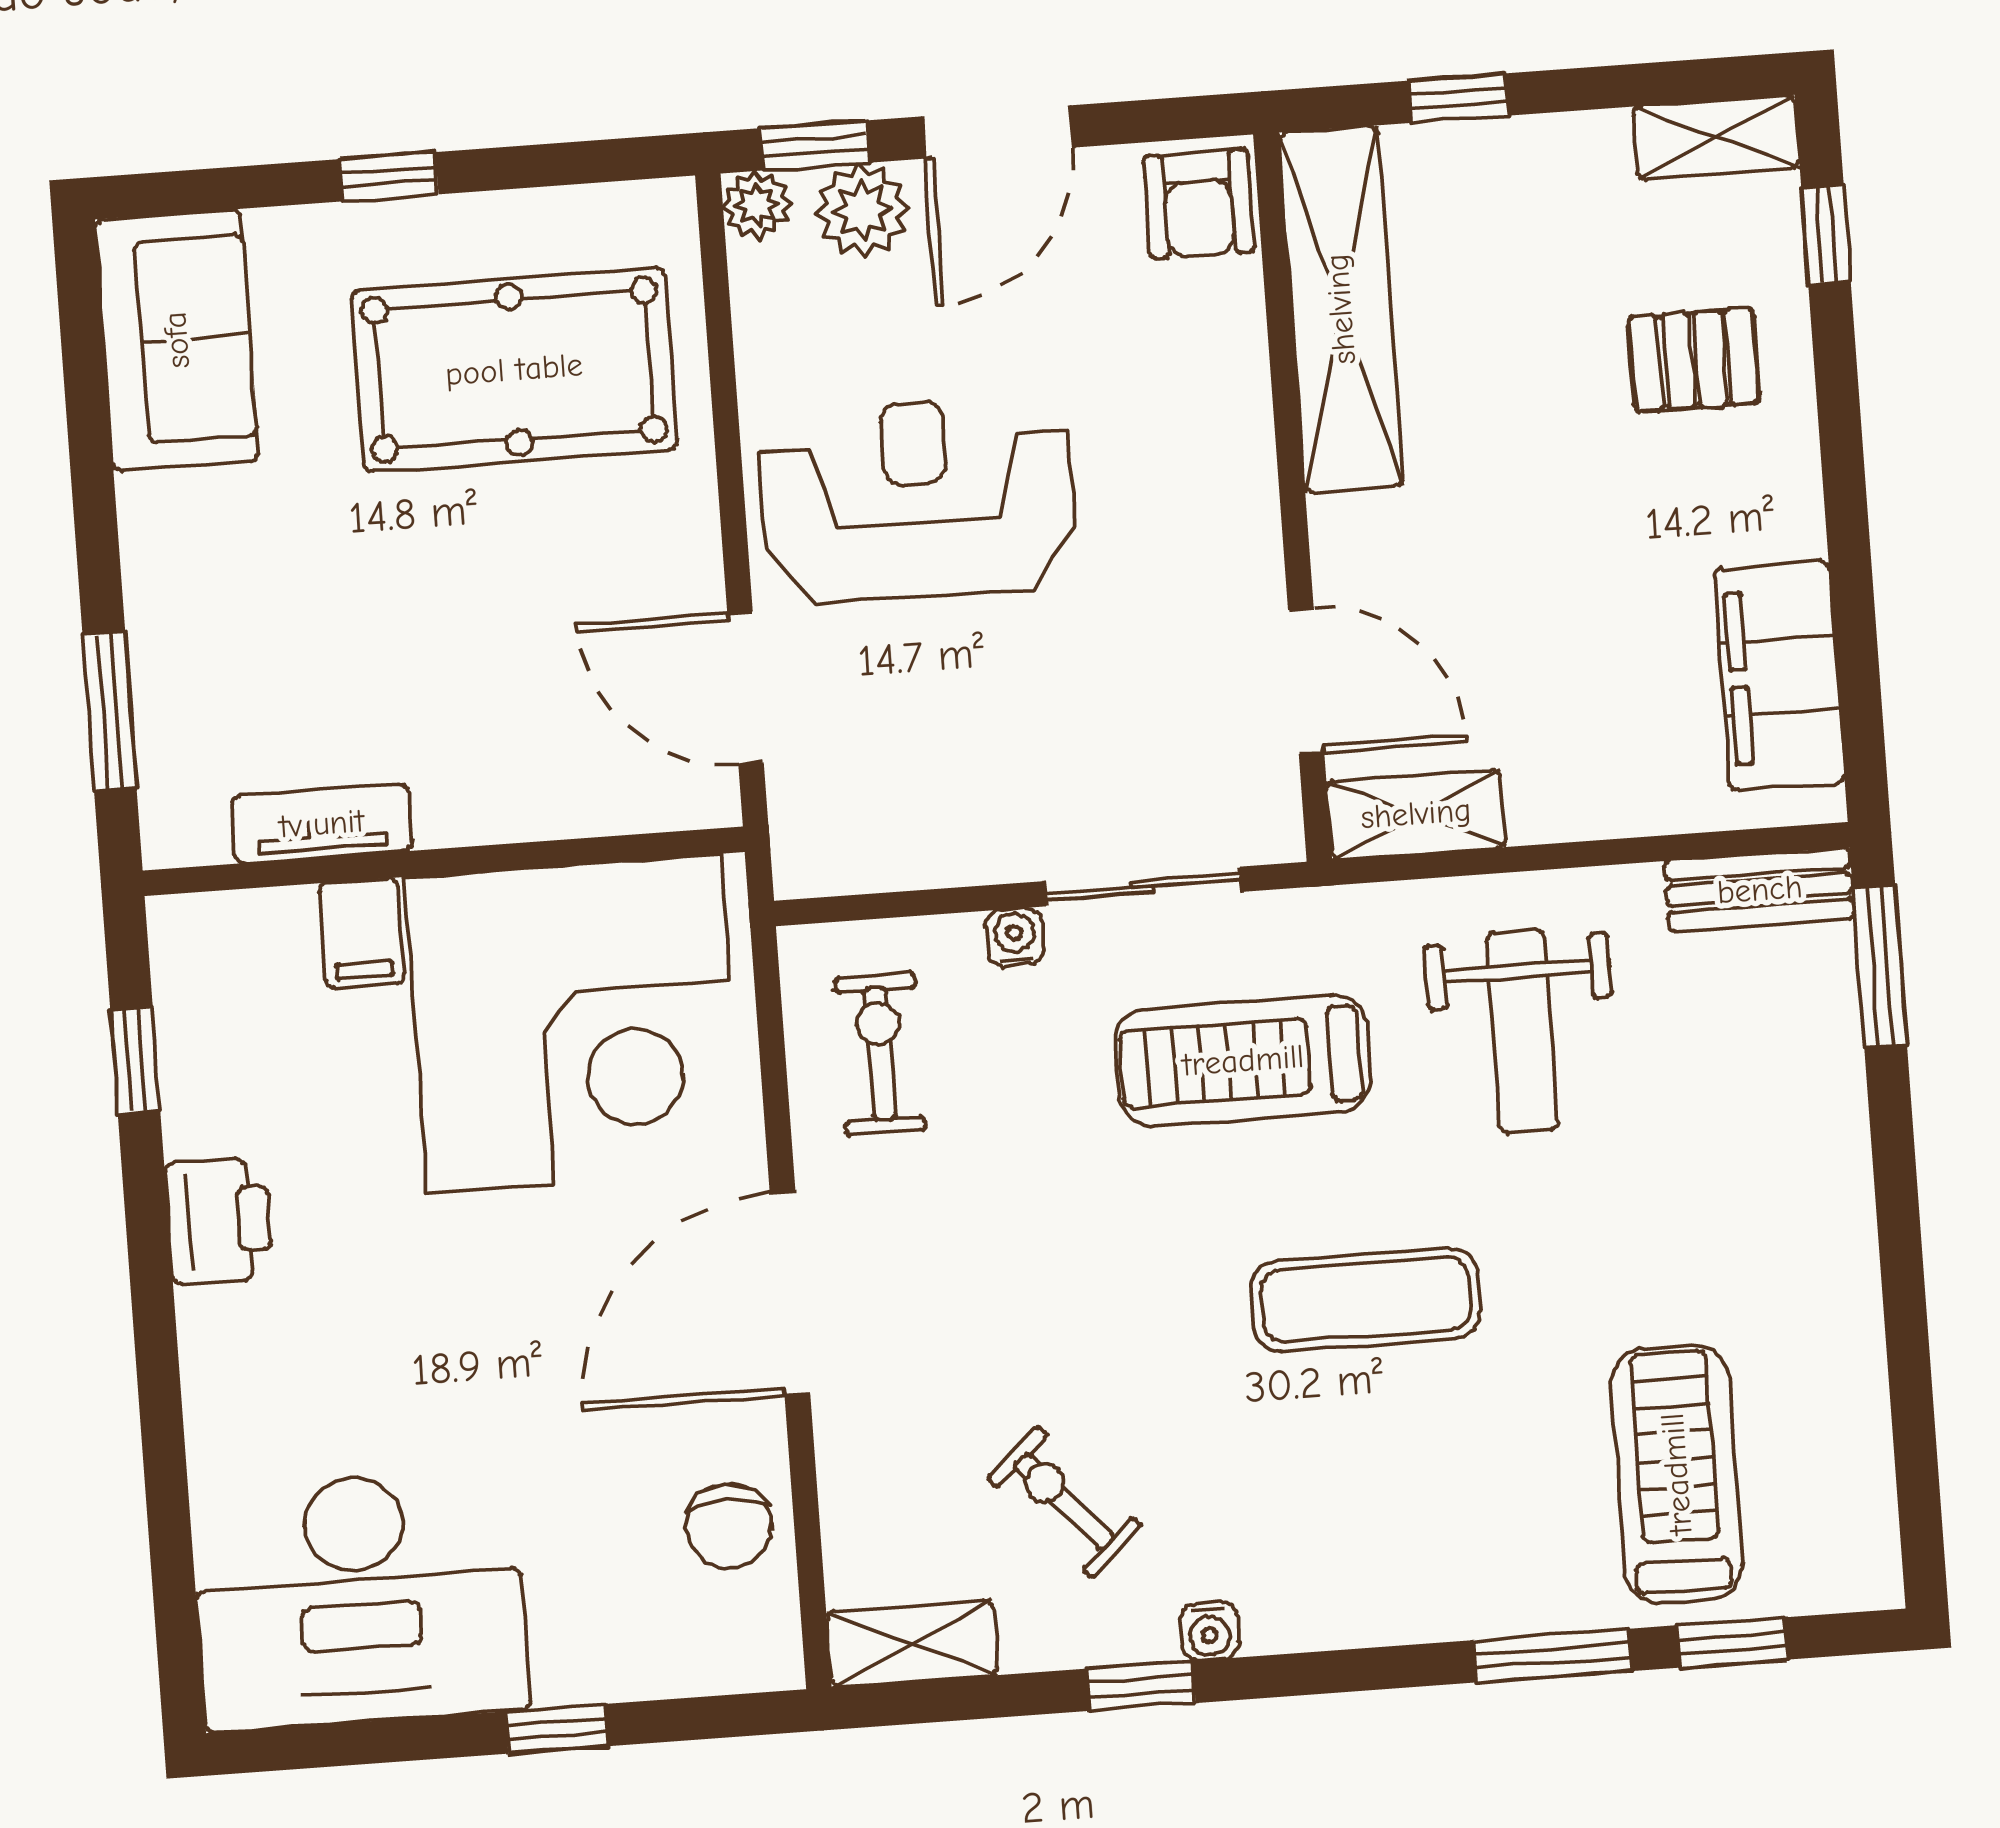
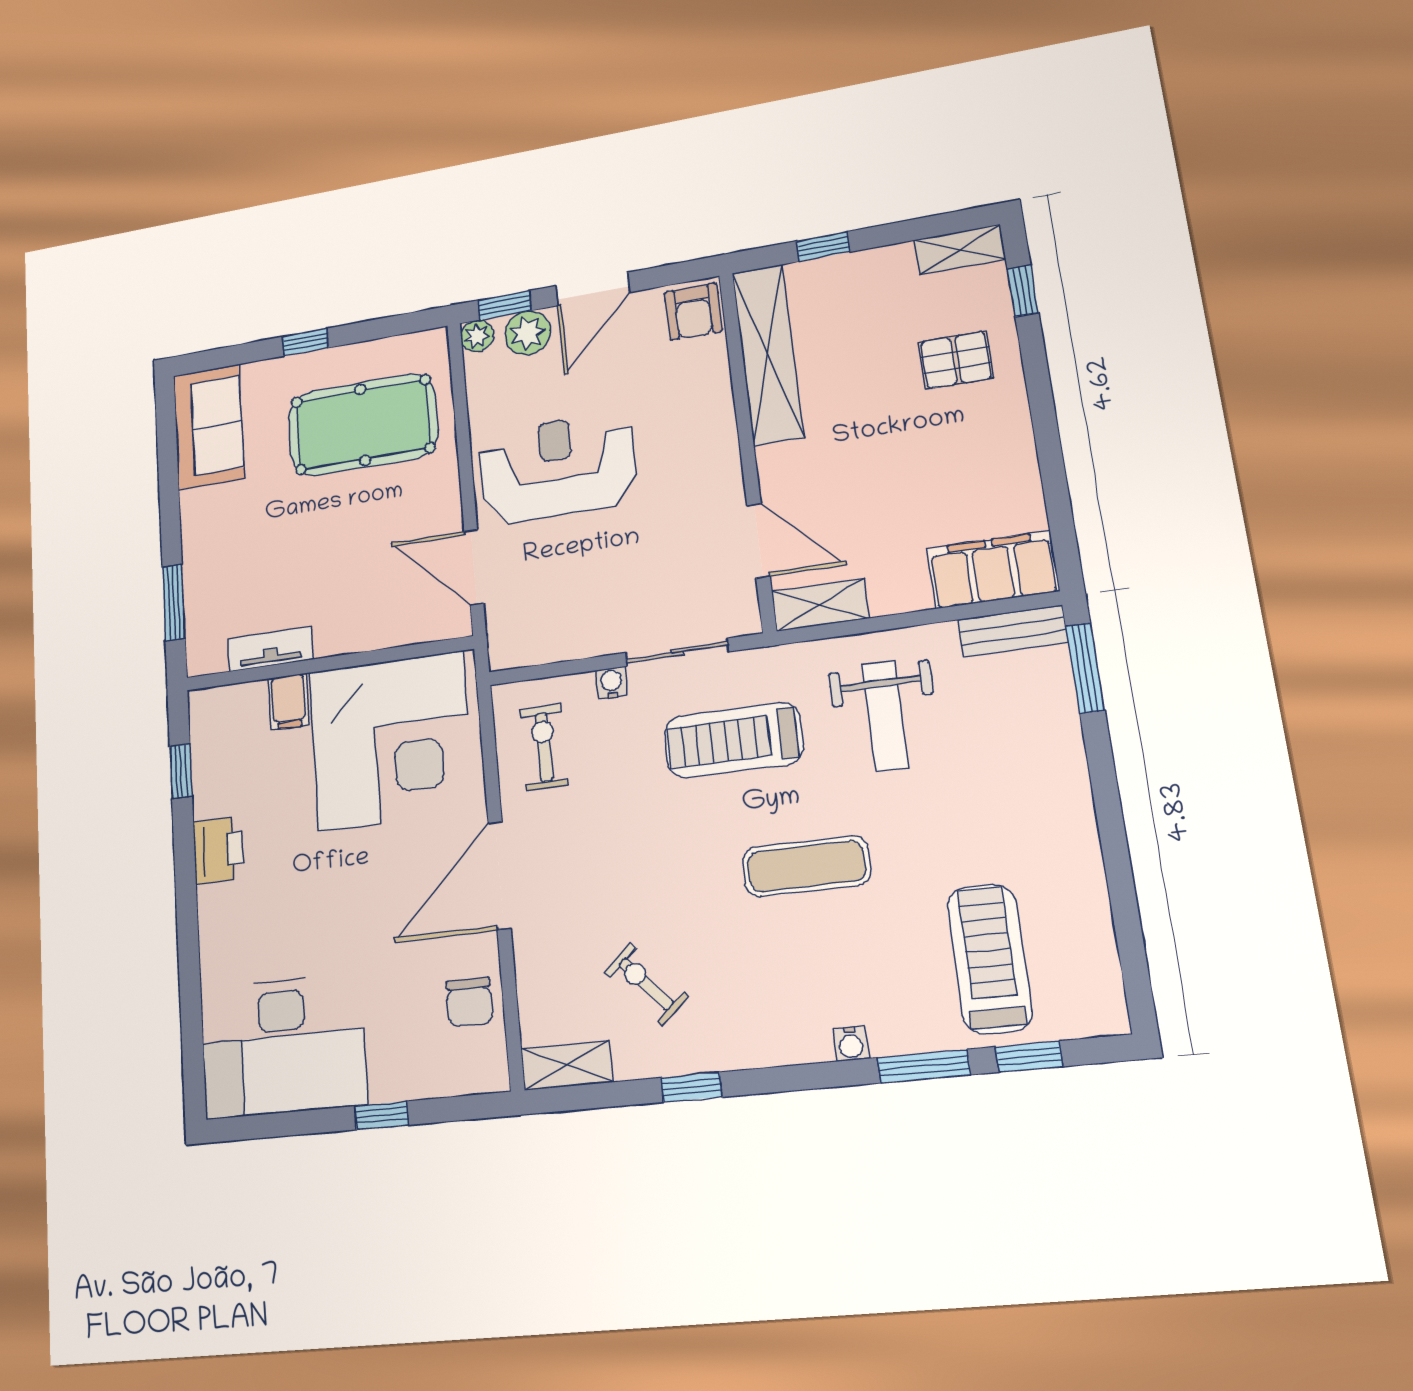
filing cabinet: (1779, 676) -> (993, 570), moved, turned 90
water cooler: (1209, 1631) -> (851, 1044), moved

